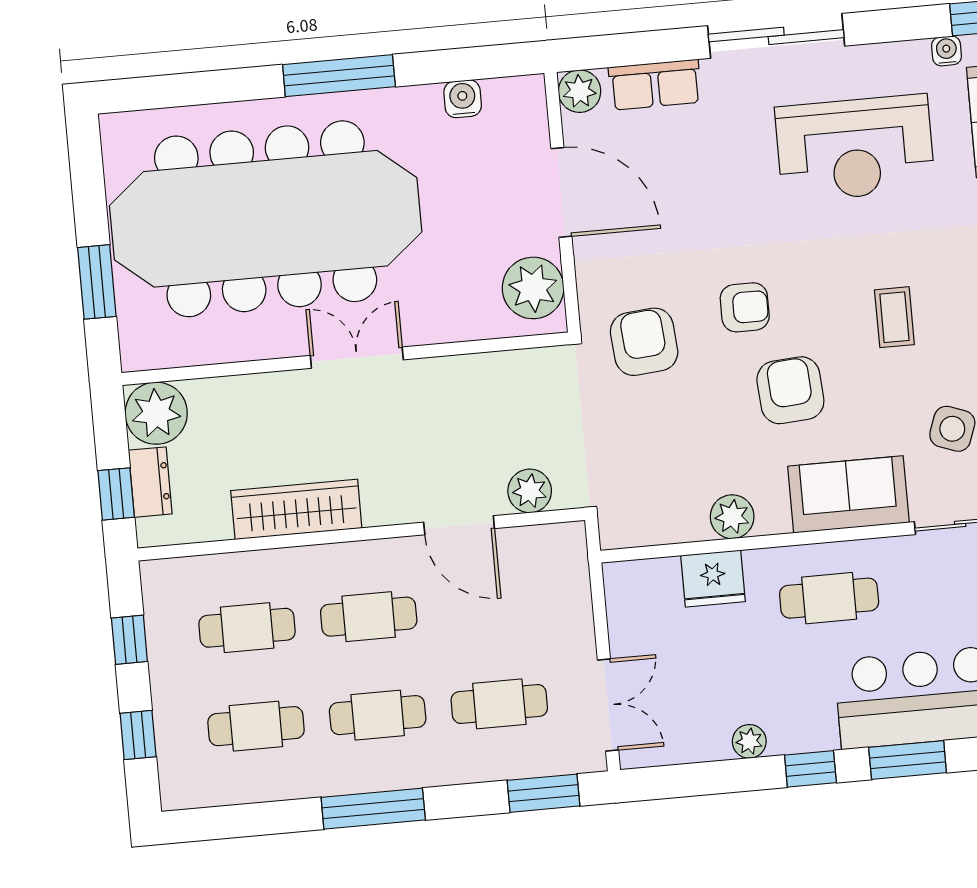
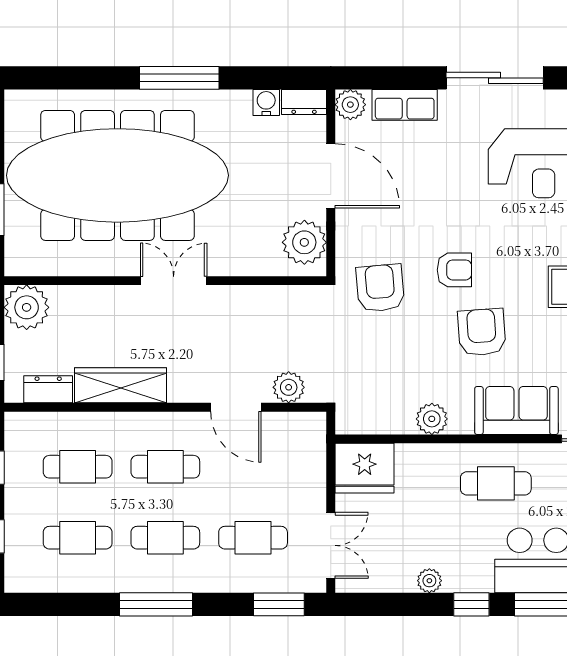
dresser: (515, 93) -> (304, 102), added
dresser: (150, 482) -> (48, 389), moved, turned -90
fridge: (713, 579) -> (365, 468), moved, width x1.36, depth x1.34

